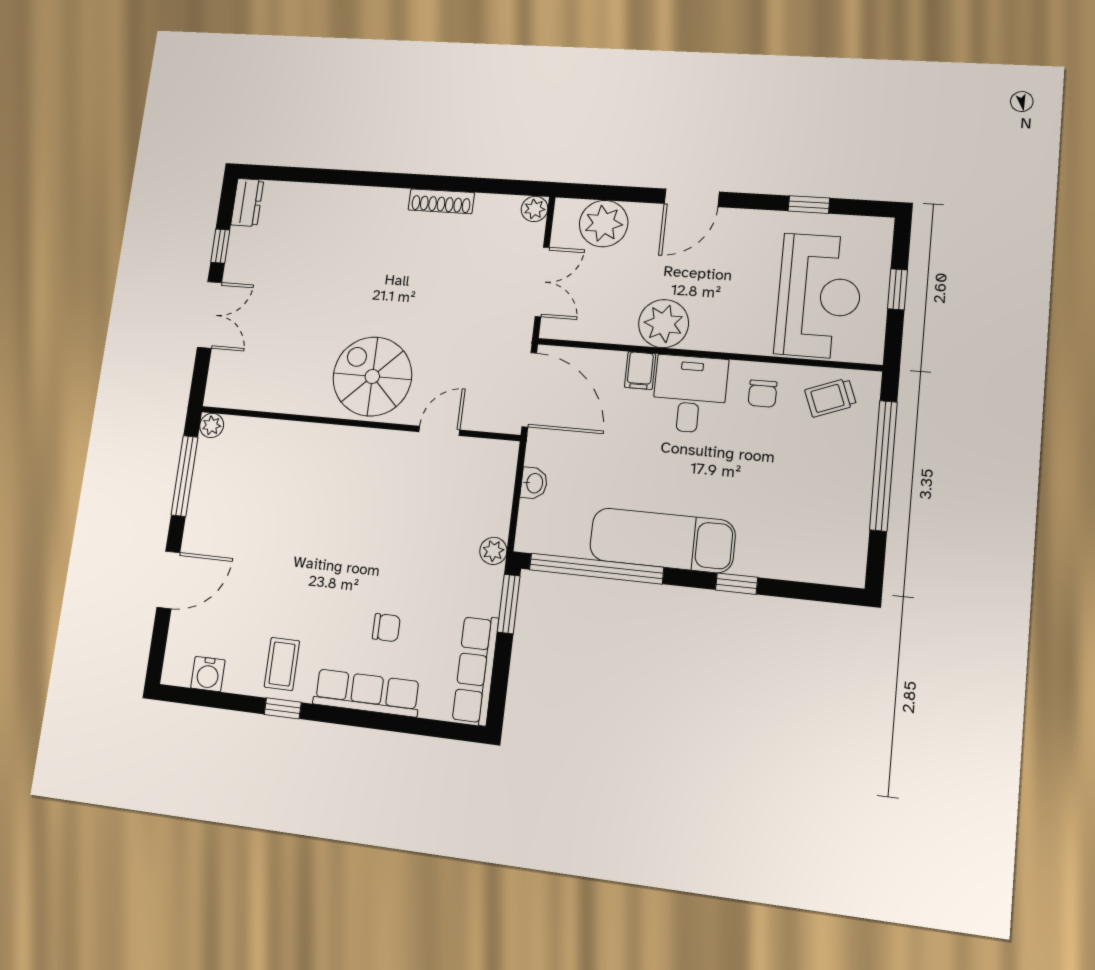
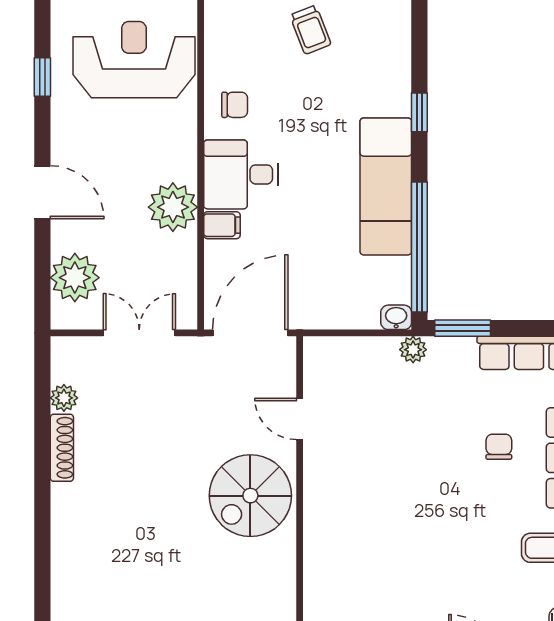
plant: (535, 209) -> (64, 398), moved
trolley: (831, 398) -> (310, 30), moved
washbasin: (534, 483) -> (396, 317), moved

